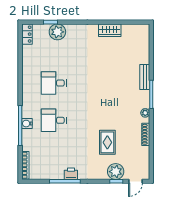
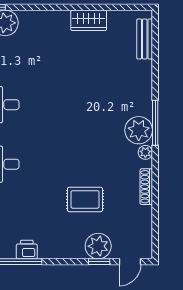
bench: (145, 77) -> (145, 39), moved
plant: (141, 99) -> (139, 130), added
rug: (107, 142) -> (85, 199), turned 90

